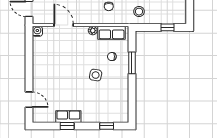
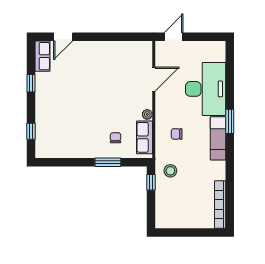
window: (167, 27) -> (151, 182), moved
water cooler: (37, 31) -> (146, 47), removed
side table: (96, 75) -> (93, 118), removed
row of seats: (68, 117) -> (43, 56), moved

